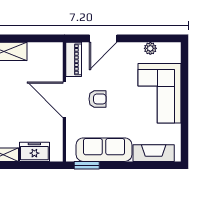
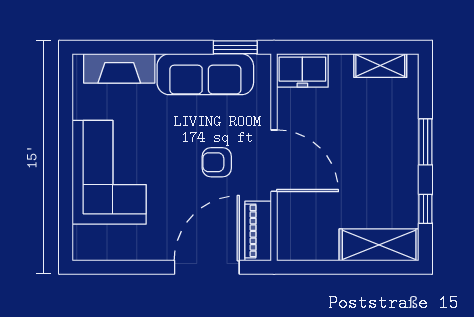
door: (103, 38) -> (207, 267), width x1.36
plant: (150, 48) -> (125, 250), removed
freezer: (34, 152) -> (302, 70), moved

